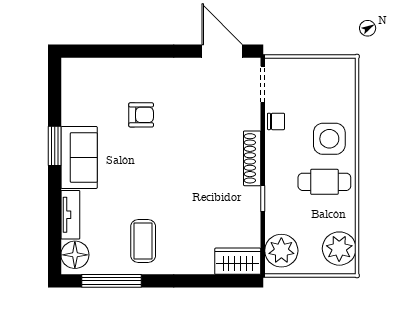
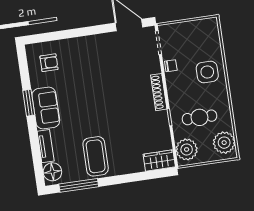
armchair: (141, 115) -> (49, 63), moved
cafe table: (324, 182) -> (199, 117), moved
coffee table: (143, 241) -> (96, 156), width x1.36, depth x1.32

